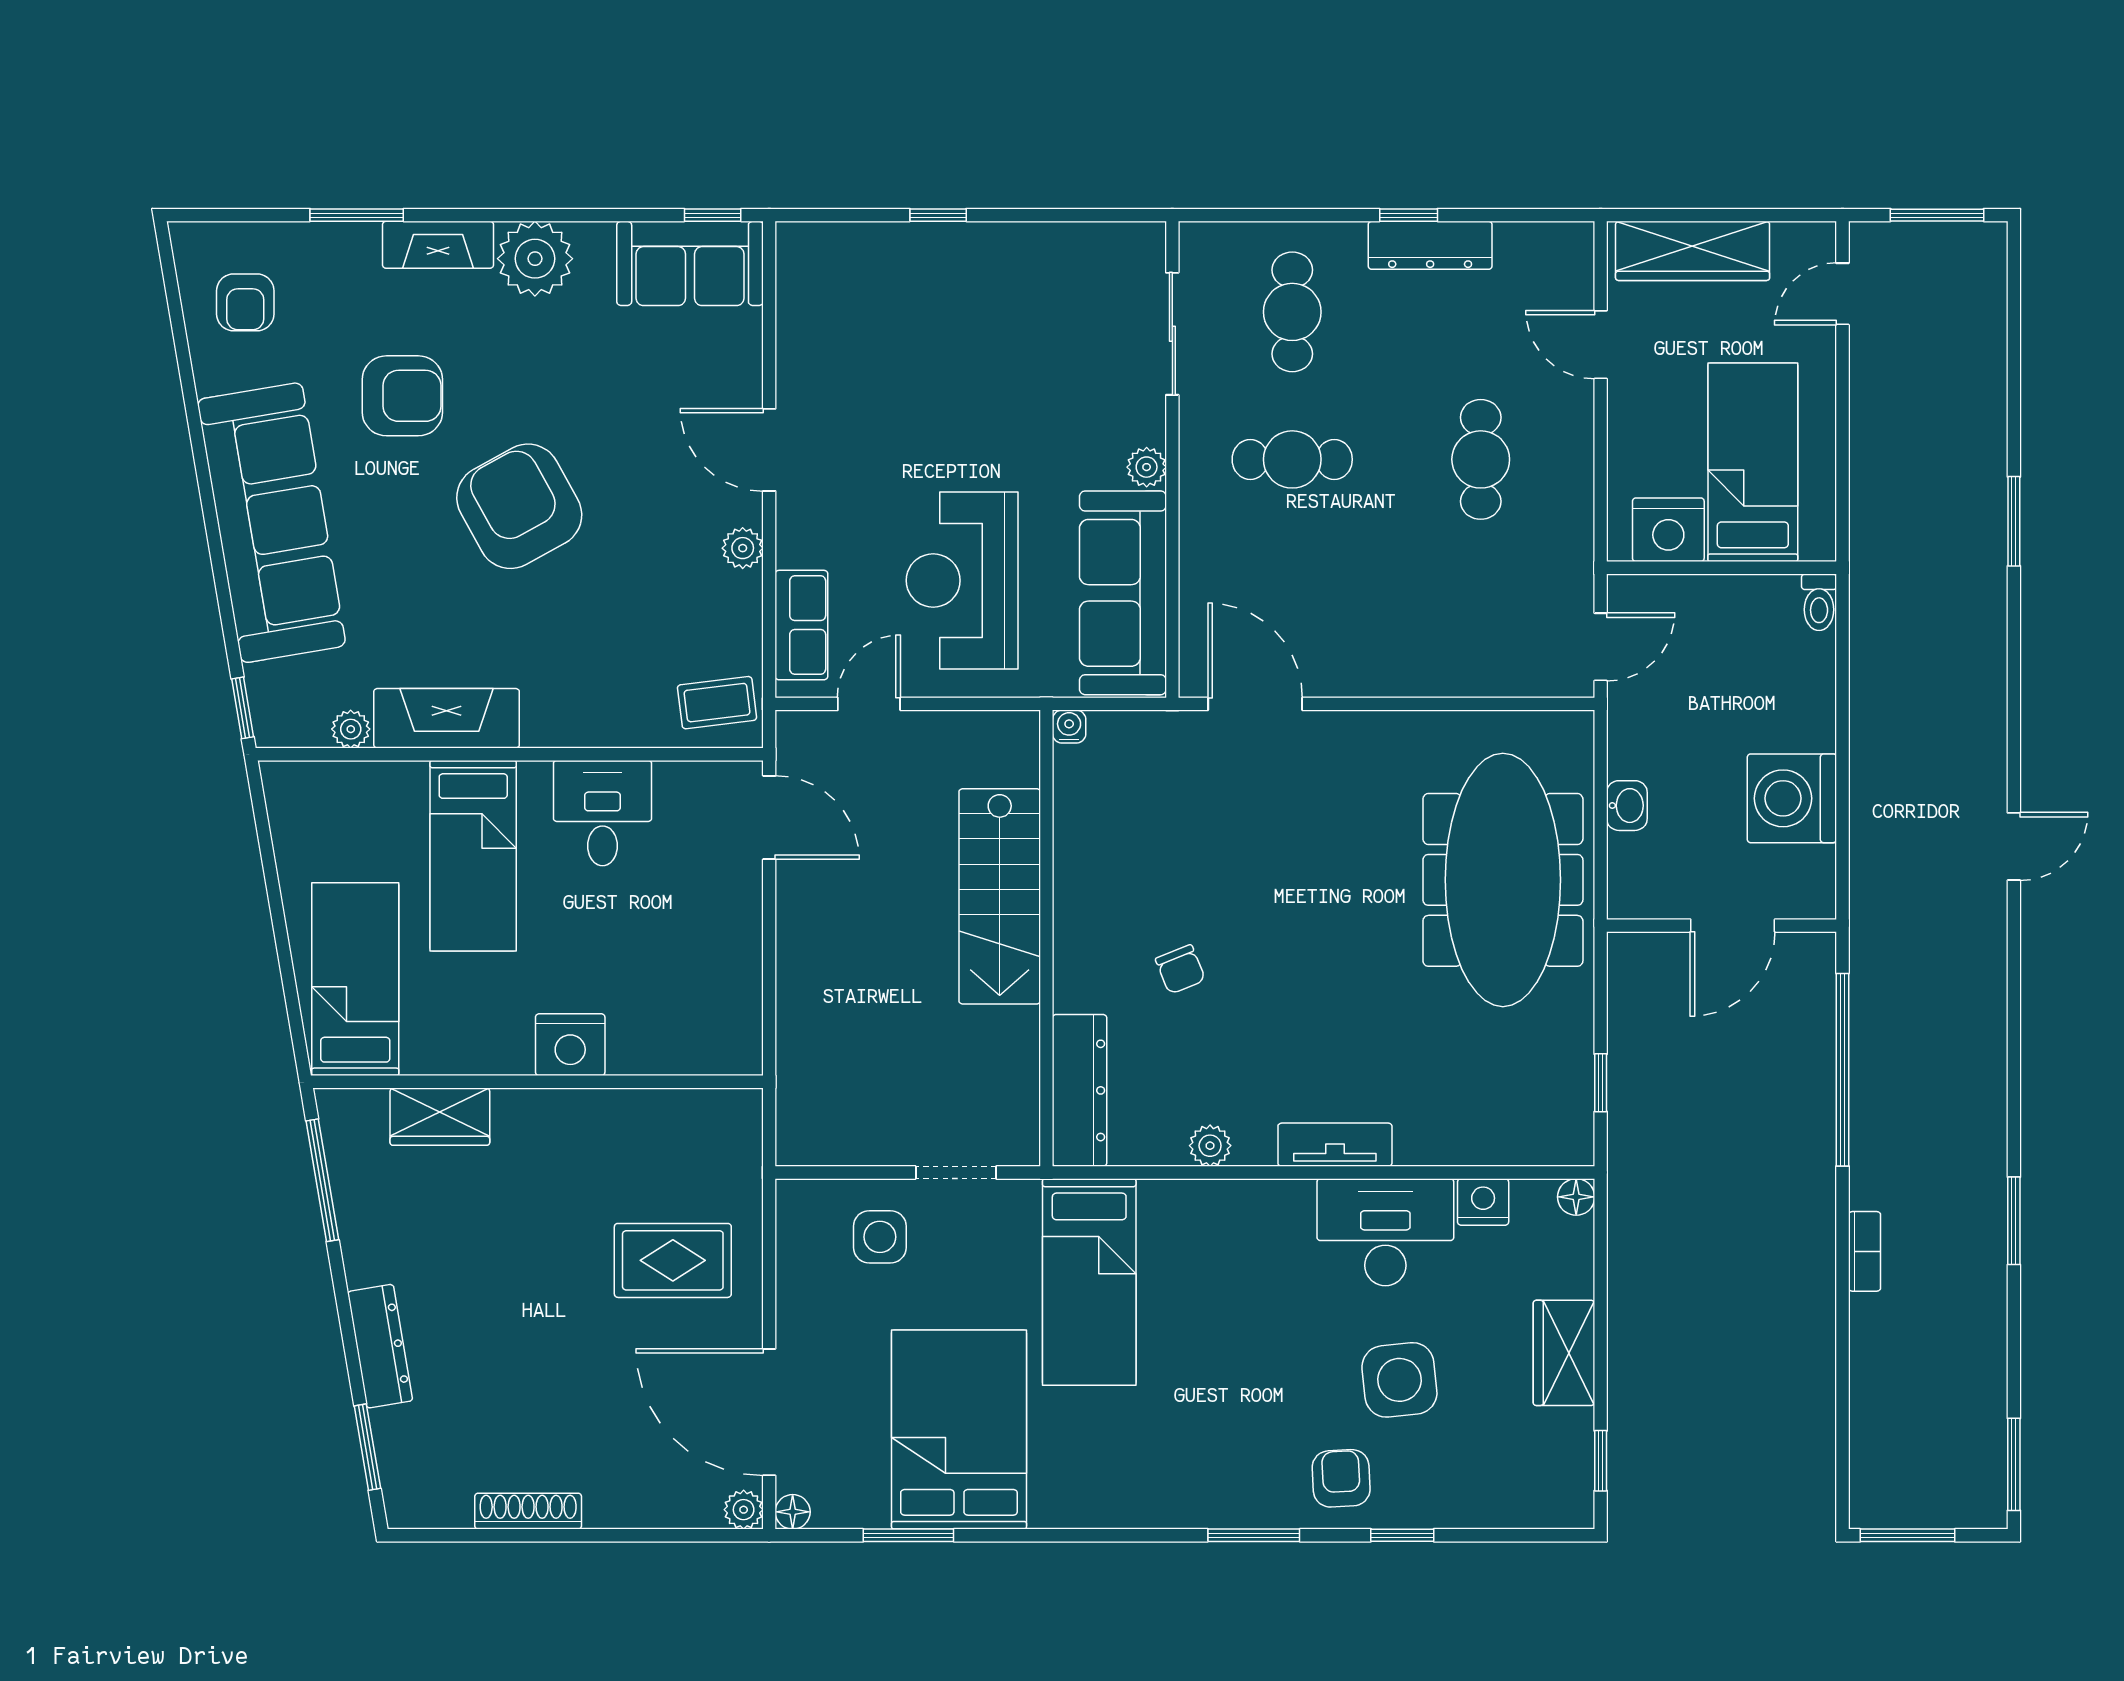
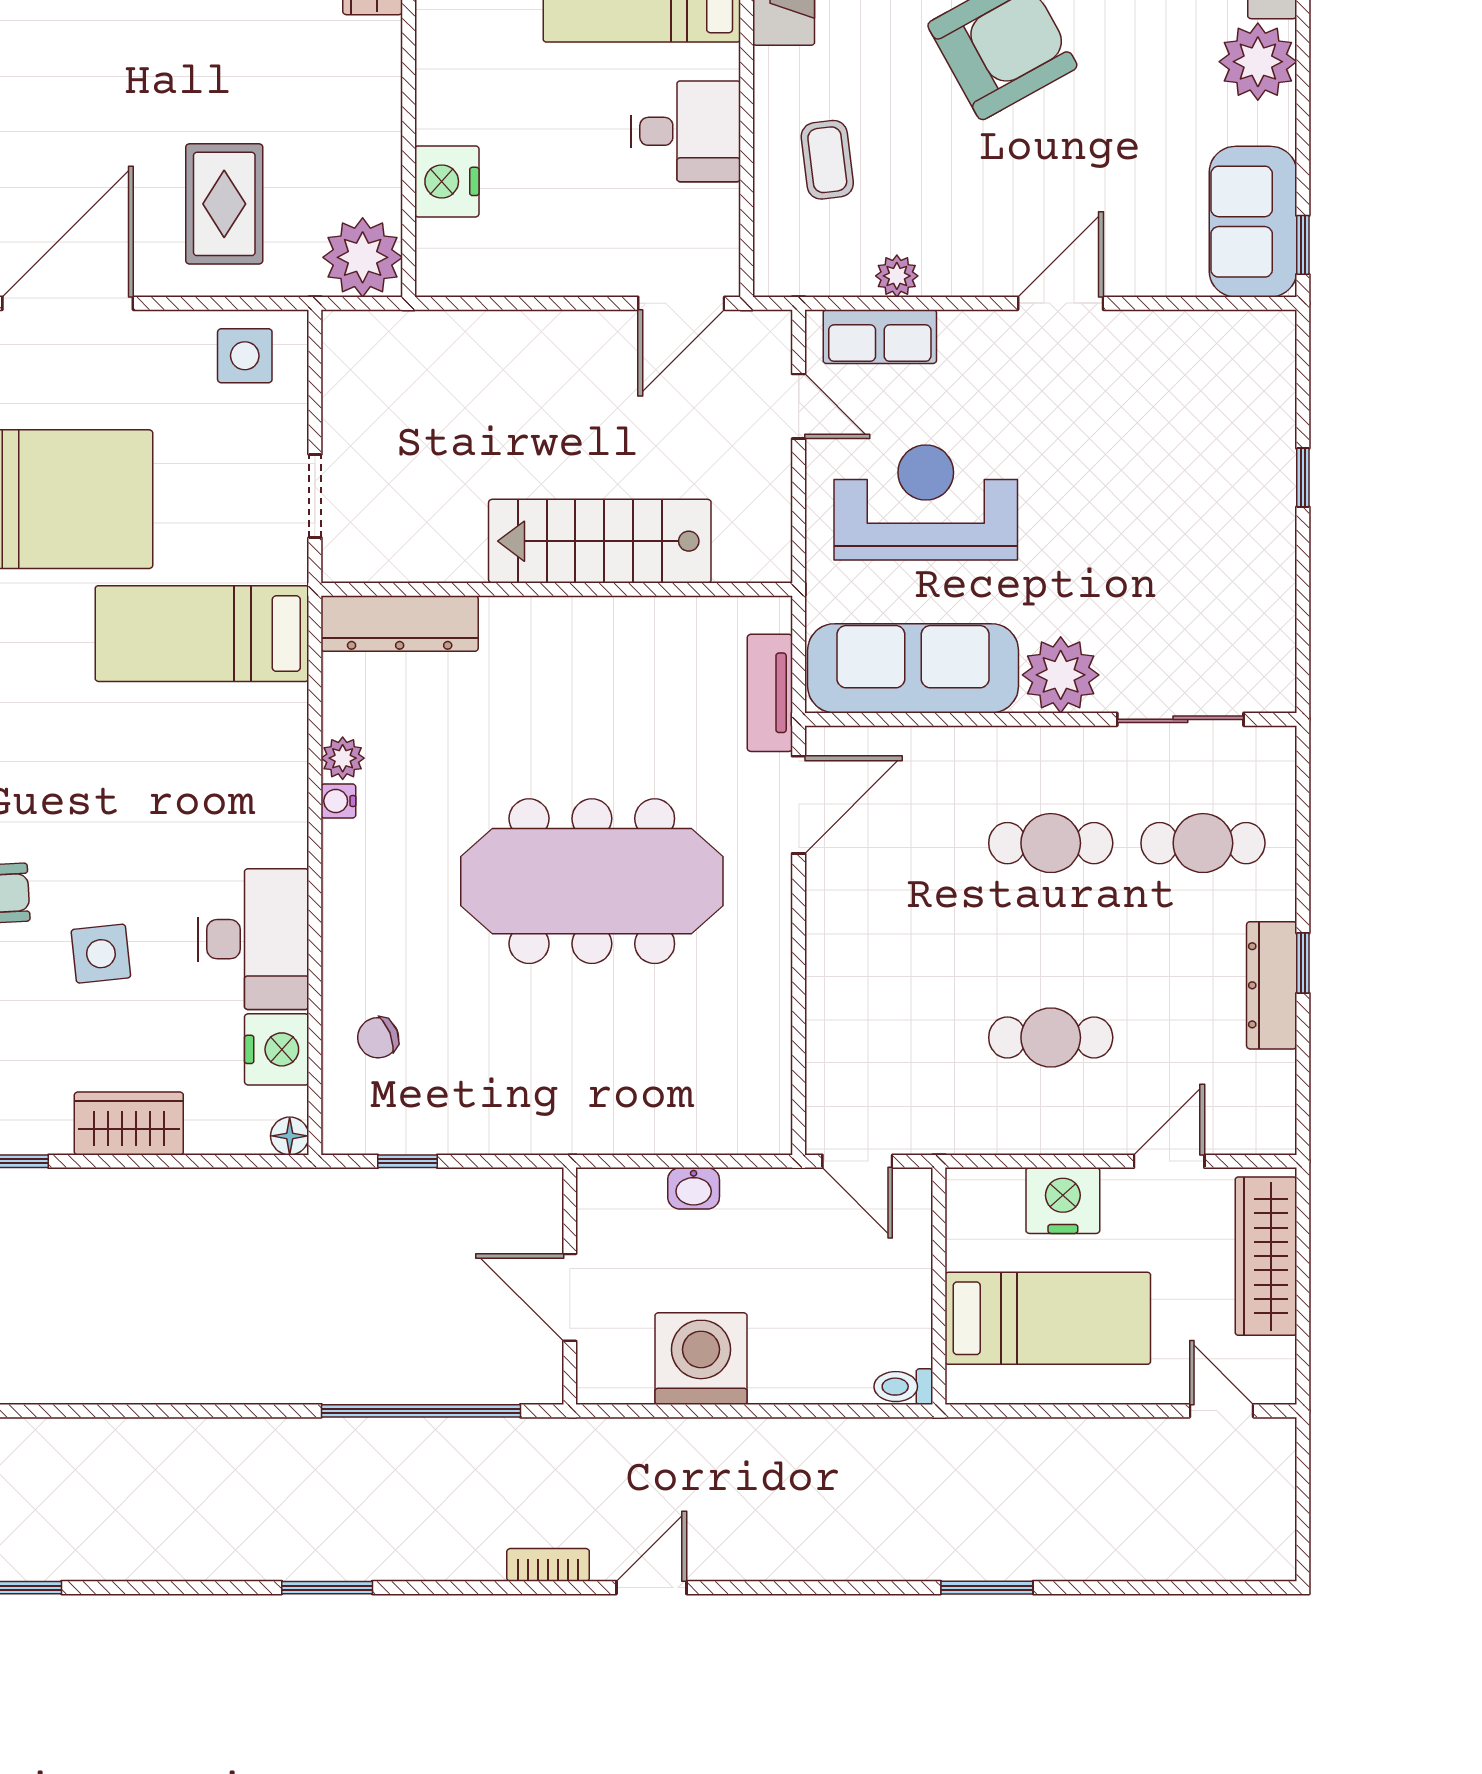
window: (1937, 215) -> (1303, 1508), removed
cafe table: (1292, 459) -> (1051, 843), turned 90
plant: (1147, 467) -> (1061, 675), width x1.88, depth x1.88
nightstand: (1668, 530) -> (1063, 1200), moved, turned 90
plant: (743, 548) -> (897, 276), moved
coffee table: (717, 703) -> (827, 160), moved
water cooler: (1069, 727) -> (338, 801), moved, turned 180
door: (2014, 846) -> (651, 1588), swing flipped
meeting table: (1503, 880) -> (592, 881), moved
chair: (1180, 969) -> (378, 1038), moved
nightstand: (570, 1045) -> (447, 181), moved
plant: (725, 1126) -> (363, 257), added
tv unit: (1335, 1145) -> (770, 693), moved, turned 180
nightstand: (1483, 1202) -> (277, 1049), width x1.36, depth x1.33
window: (2014, 1221) -> (327, 1588), moved
side table: (880, 1237) -> (245, 356), moved
bookcase: (1865, 1251) -> (548, 1565), moved, turned 180
side table: (1399, 1380) -> (101, 954), width x0.73, depth x0.73

